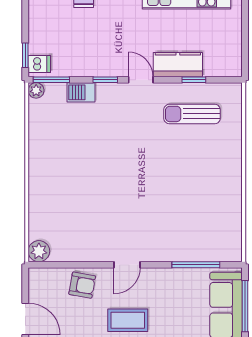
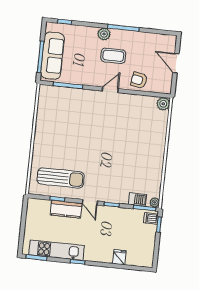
barbecue: (81, 92) -> (137, 199), moved
sun lounger: (192, 114) -> (61, 178), width x1.36, depth x1.34

